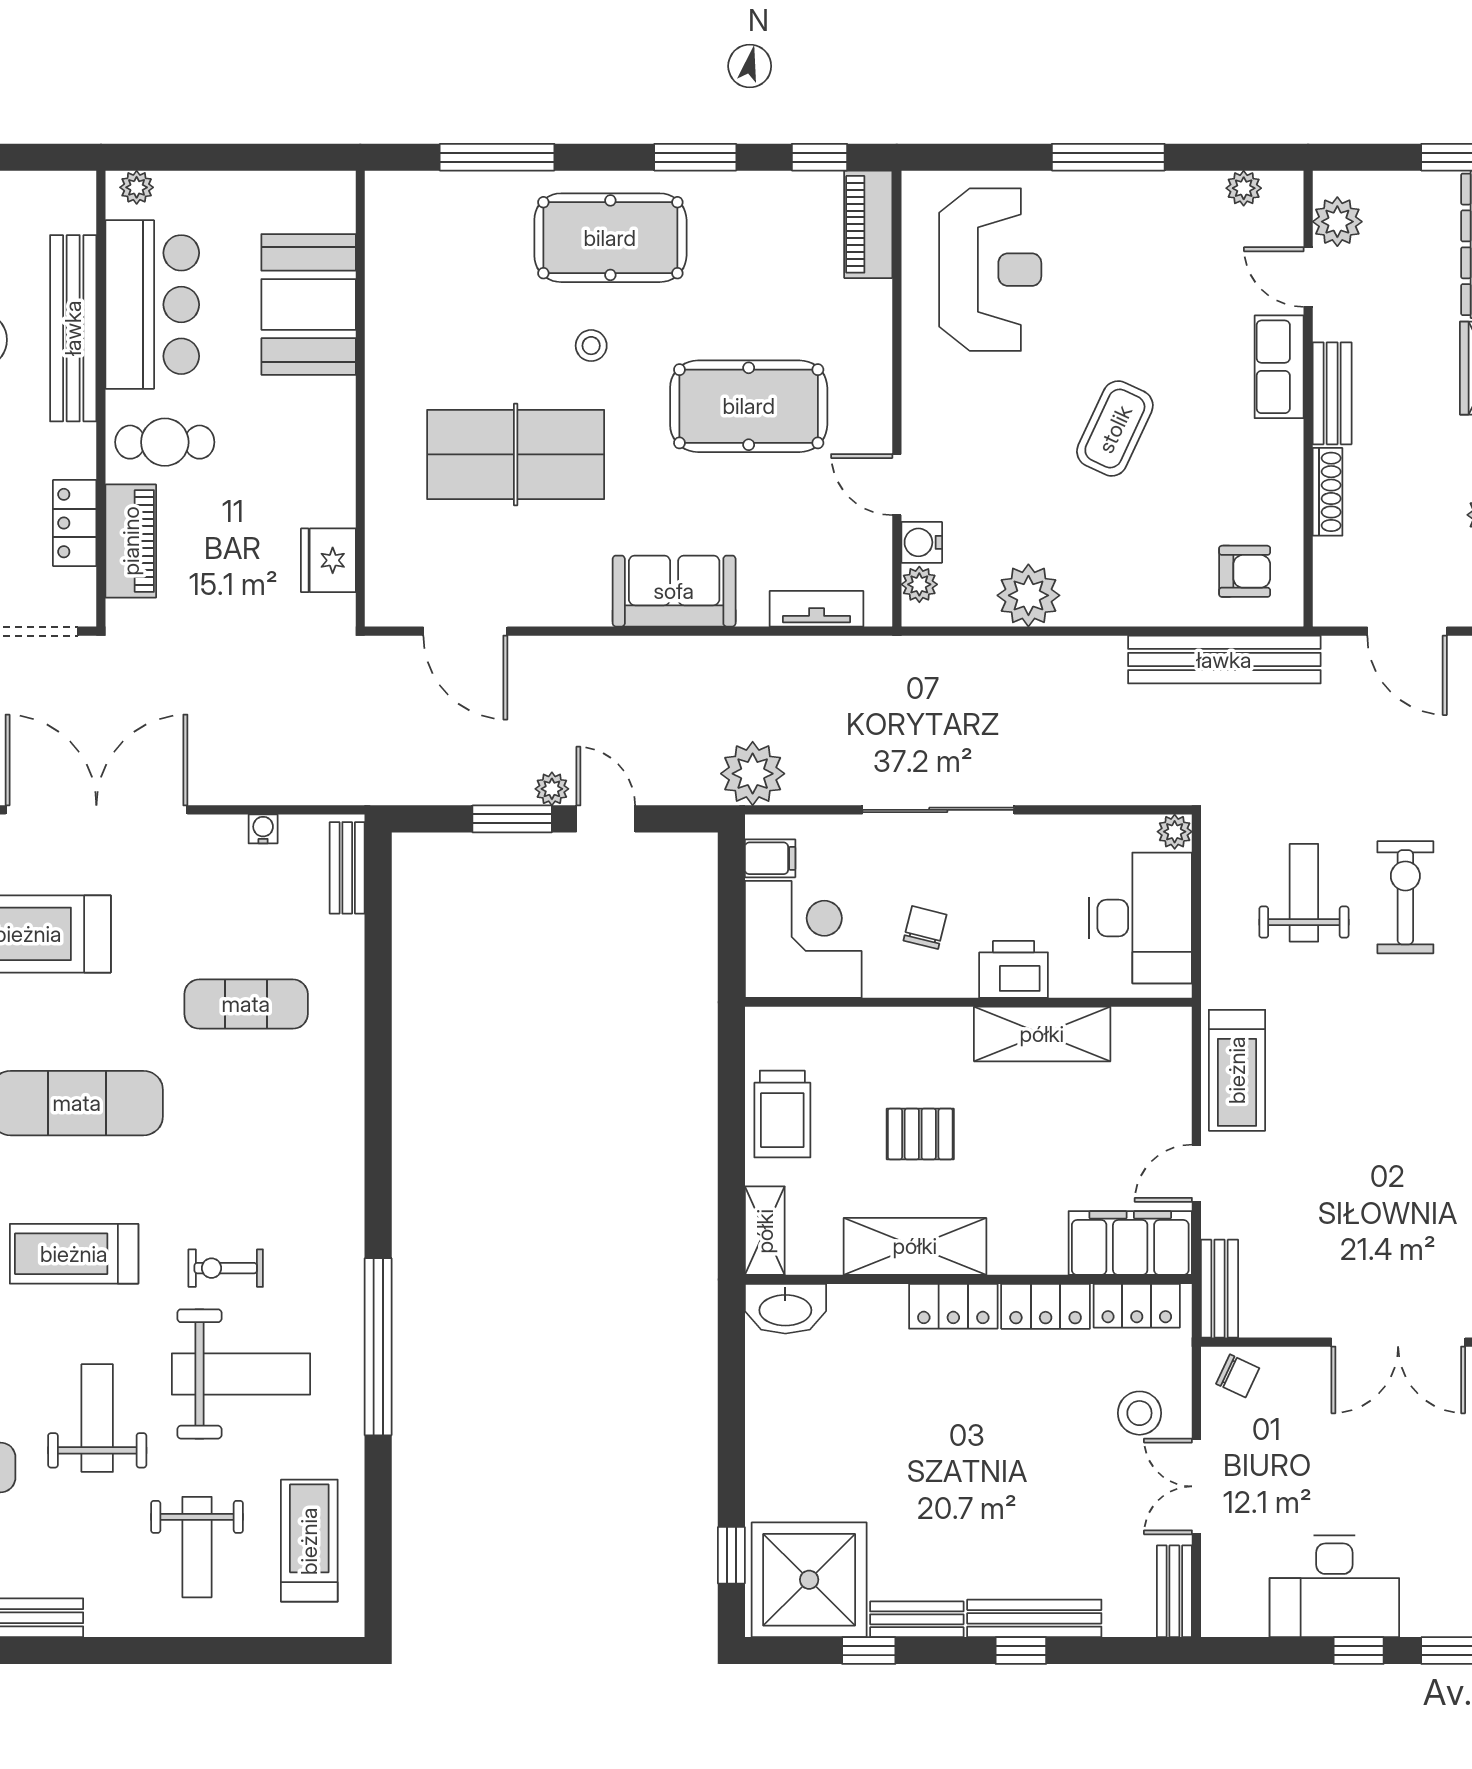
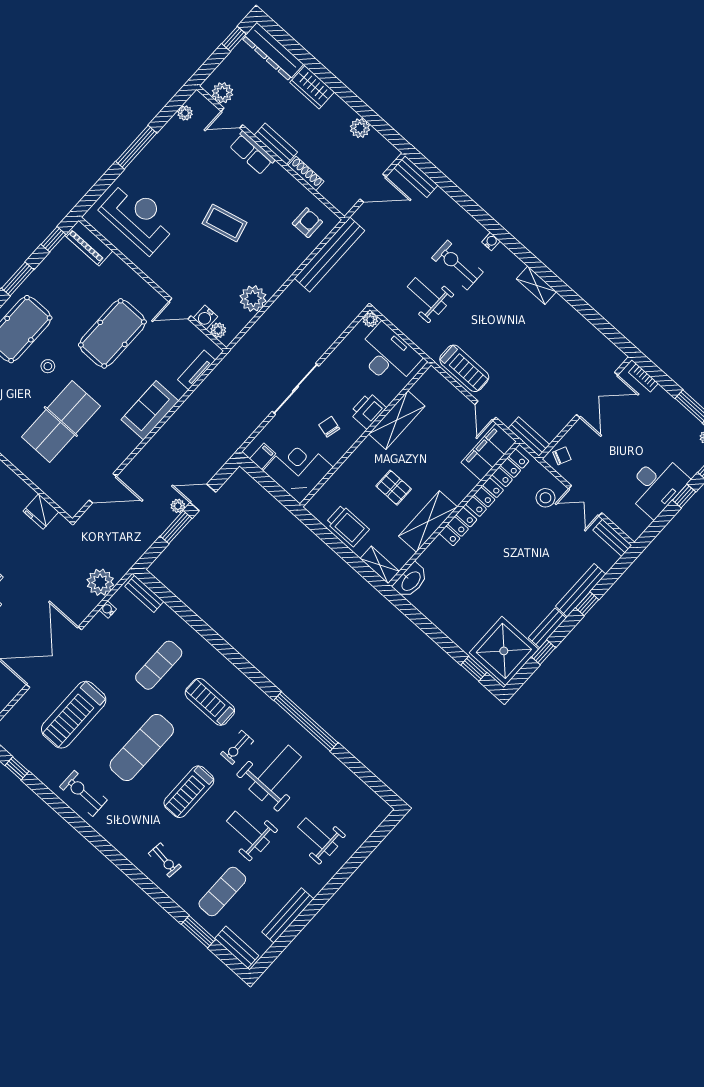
coffee table: (1115, 429) -> (225, 223), turned -39
plant: (753, 774) -> (100, 582), moved
pallet: (920, 1134) -> (394, 488), turned 90
treadmill: (309, 1541) -> (210, 702), moved
weight bench: (197, 1547) -> (318, 837), turned 180

